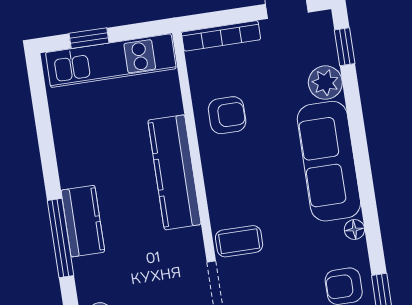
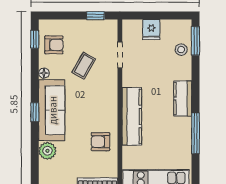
window: (345, 47) -> (35, 112), moved
window: (61, 238) -> (195, 133), moved
coffee table: (239, 241) -> (84, 66), moved, turned -60

